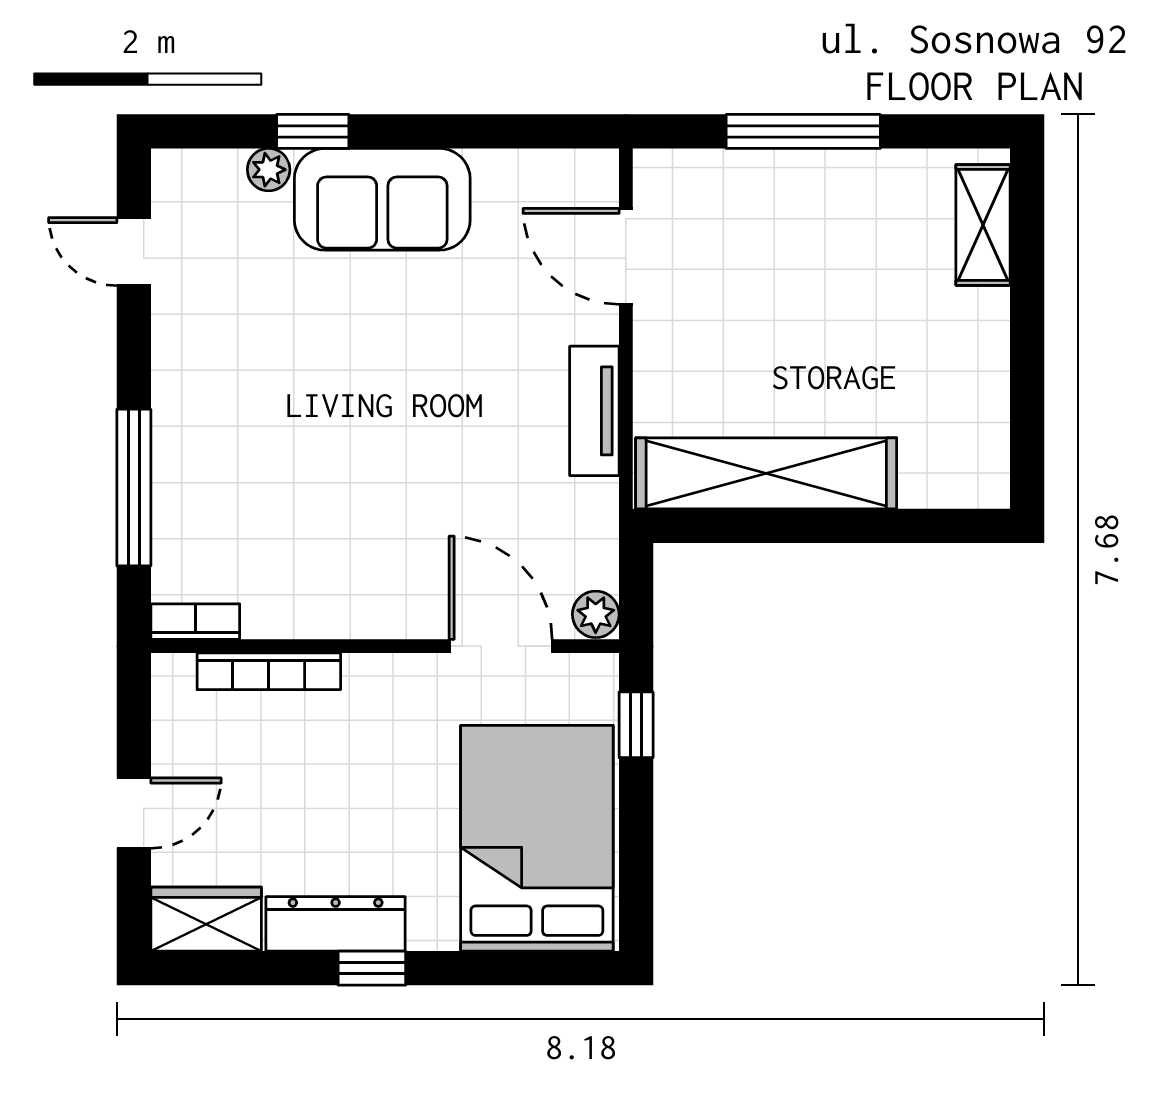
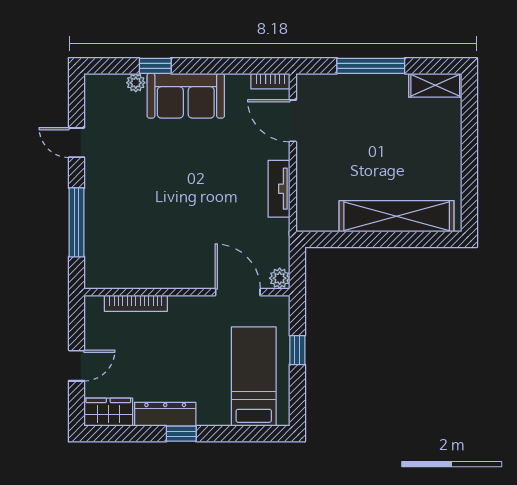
shelving: (983, 225) -> (435, 85), moved, turned 90
door: (134, 252) -> (76, 143), moved
shelving: (766, 473) -> (397, 216), moved
bookcase: (195, 622) -> (270, 81), moved, turned 180
window: (636, 725) -> (297, 350), moved
bed: (537, 838) -> (254, 377), width x0.67

